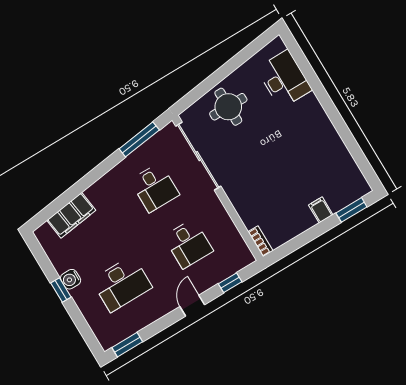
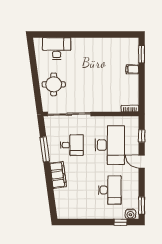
window: (139, 139) -> (45, 149), moved
filing cabinet: (71, 215) -> (58, 175), moved
desk: (188, 244) -> (110, 145), width x1.87, depth x1.30
water cooler: (71, 279) -> (130, 214), moved
window: (61, 290) -> (120, 222), moved

